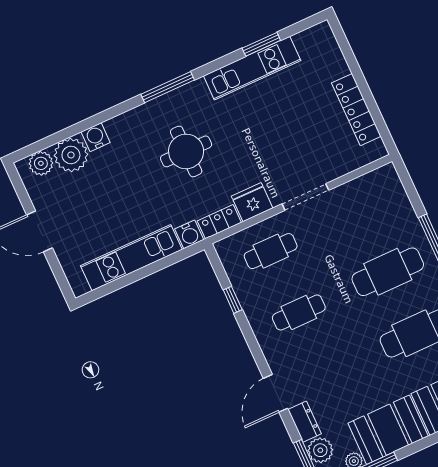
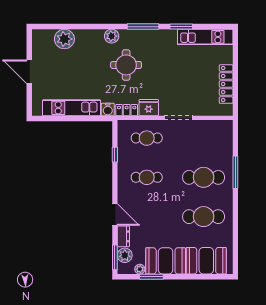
window: (261, 44) -> (181, 27), moved
kitchen unit: (252, 68) -> (205, 37), moved
window: (168, 87) -> (143, 27), moved
water cooler: (96, 137) -> (82, 36), removed
plant: (41, 163) -> (112, 36), moved
door: (276, 393) -> (115, 214), swing flipped

